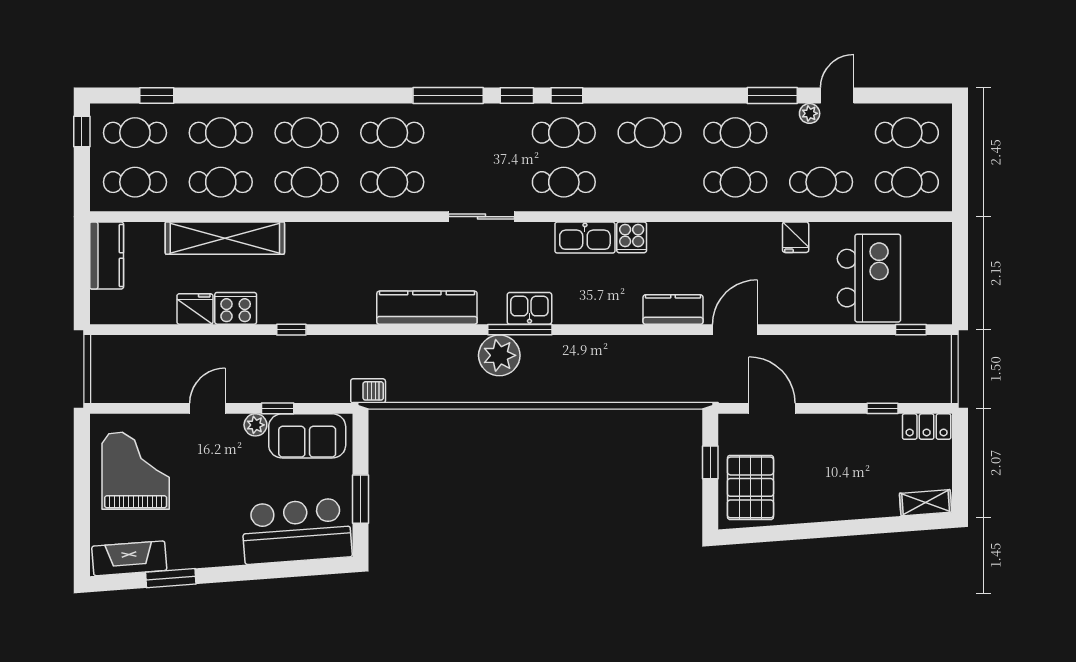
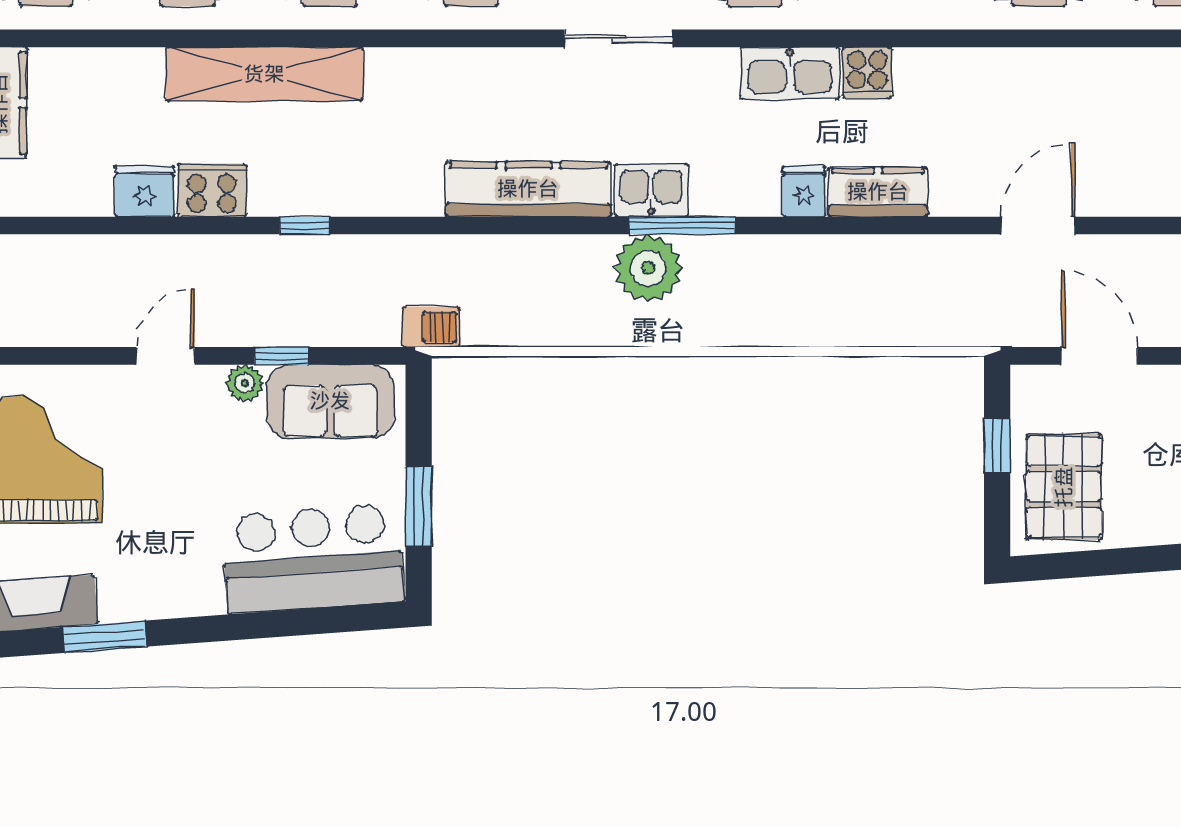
fridge: (796, 237) -> (804, 191), moved, turned 180
shelving: (225, 238) -> (264, 74), moved
kitchen sink: (529, 308) -> (651, 190), moved
kitchen counter: (673, 309) -> (878, 192), moved

